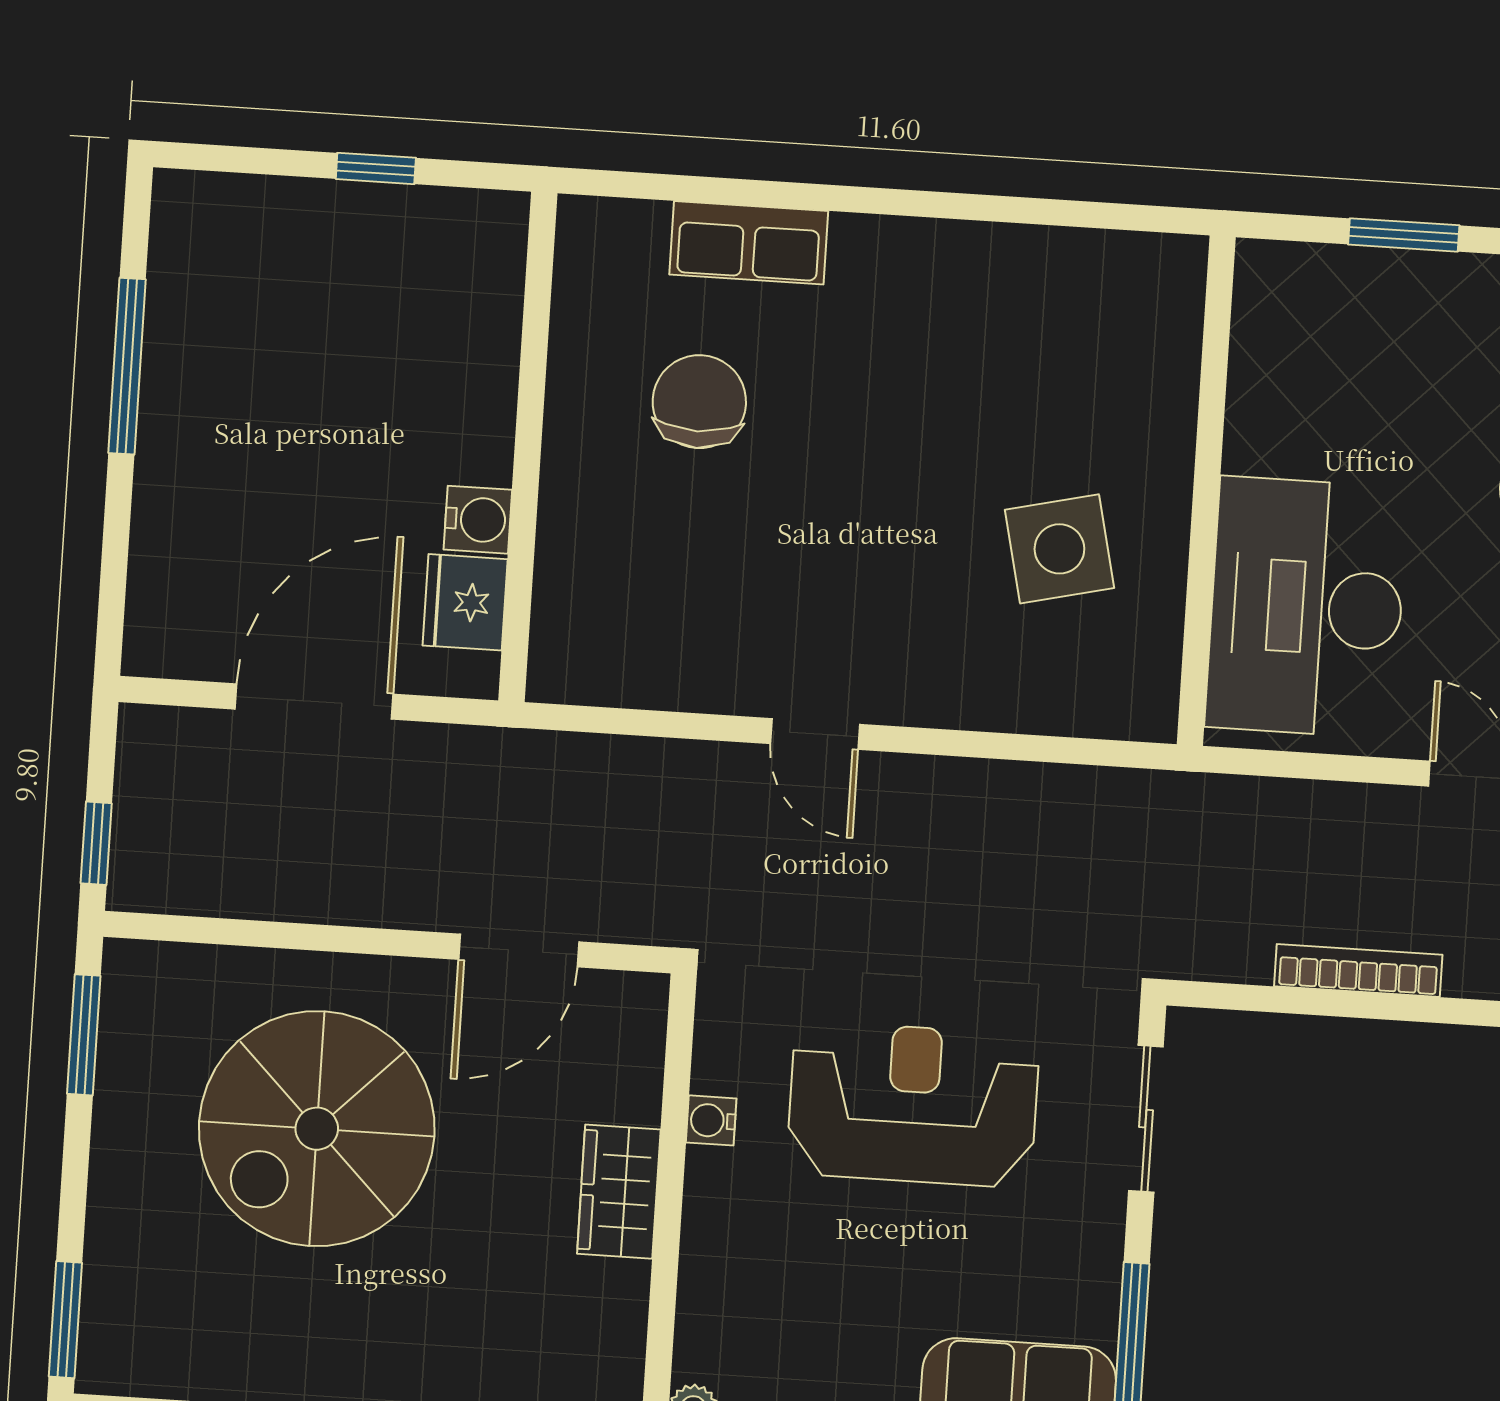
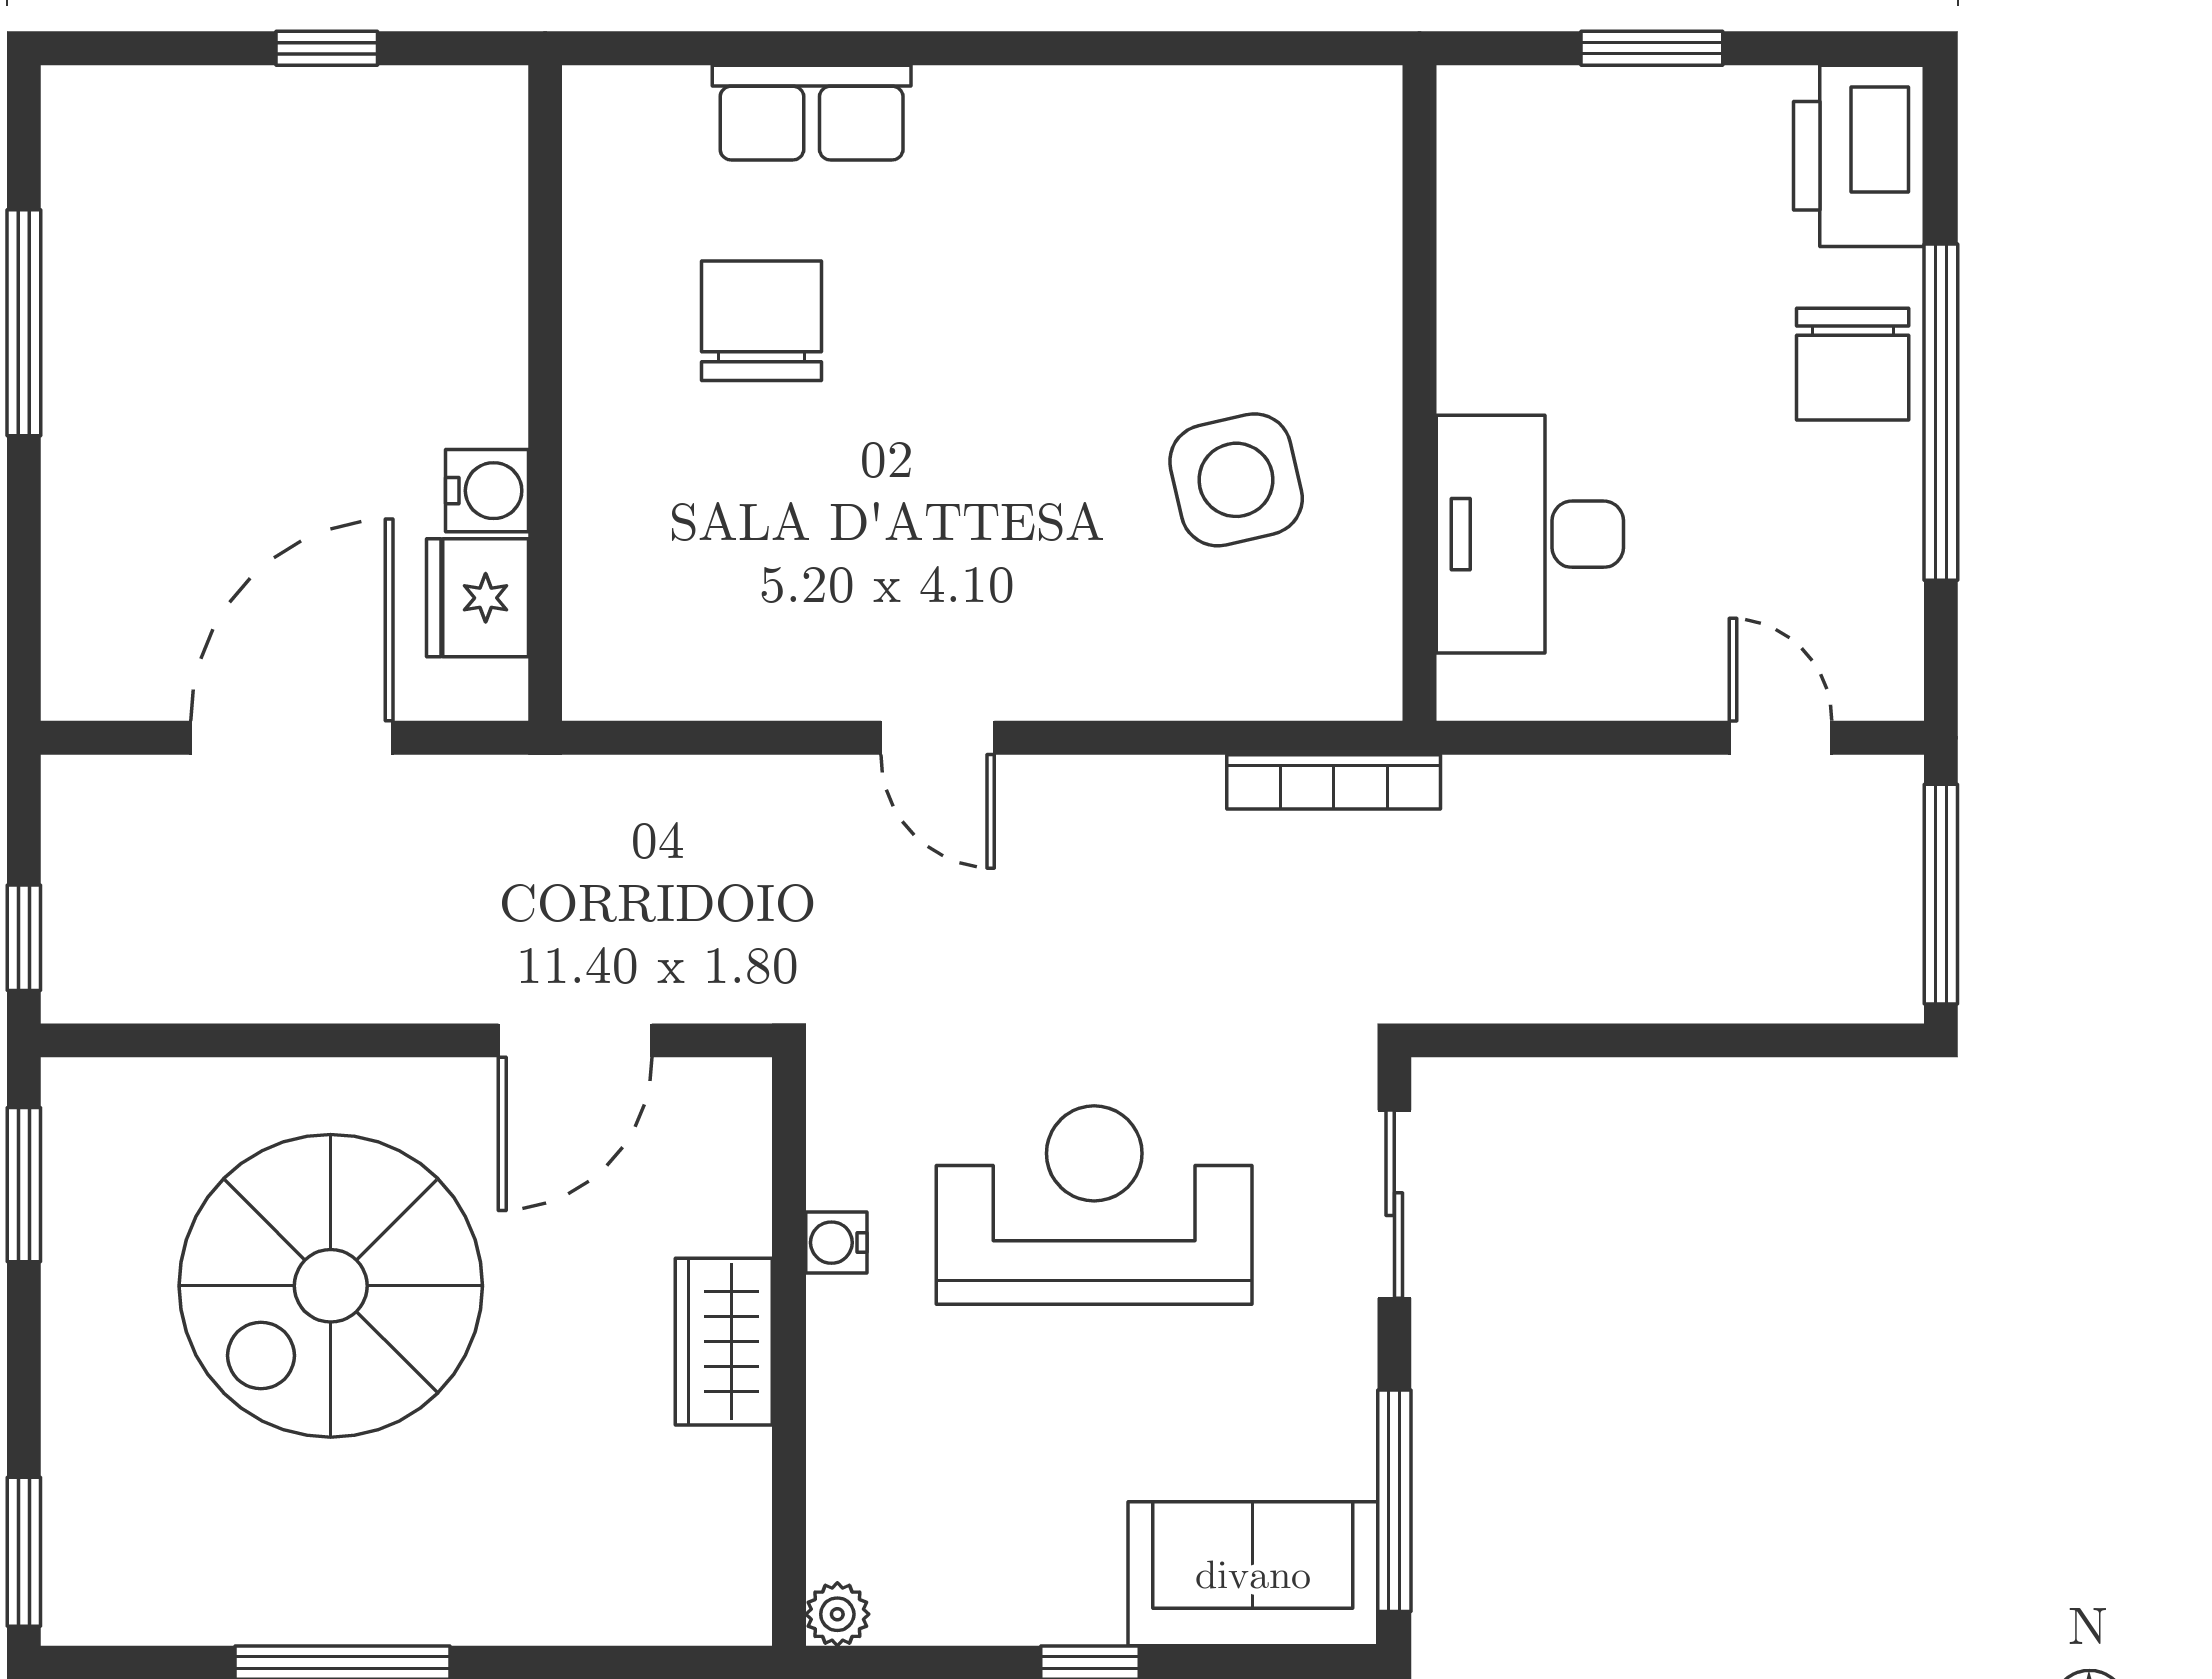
desk: (1306, 607) -> (1530, 534), width x0.73, depth x0.77
bookcase: (1358, 970) -> (1334, 782), moved, turned 180

